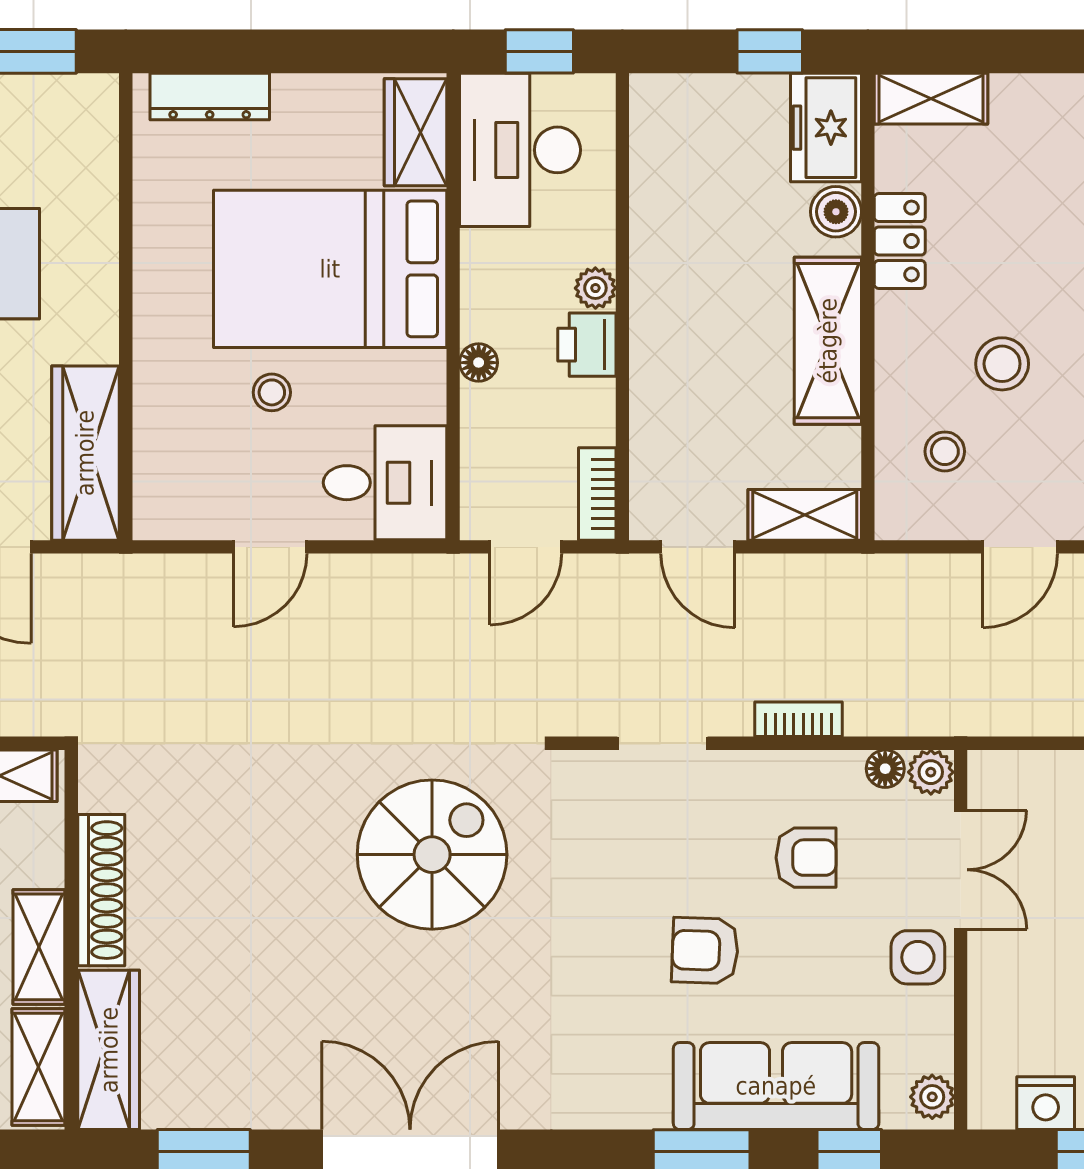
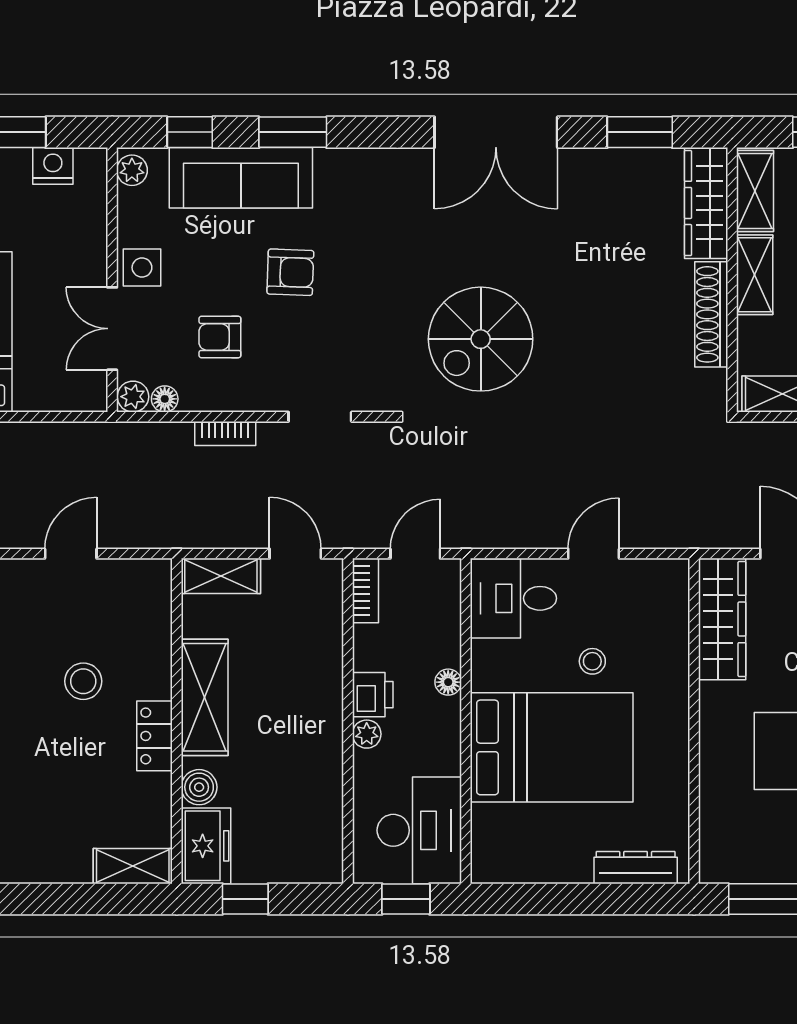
wardrobe: (416, 132) -> (492, 843), removed
locker: (900, 241) -> (155, 736), moved
stool: (945, 451) -> (123, 620), removed

